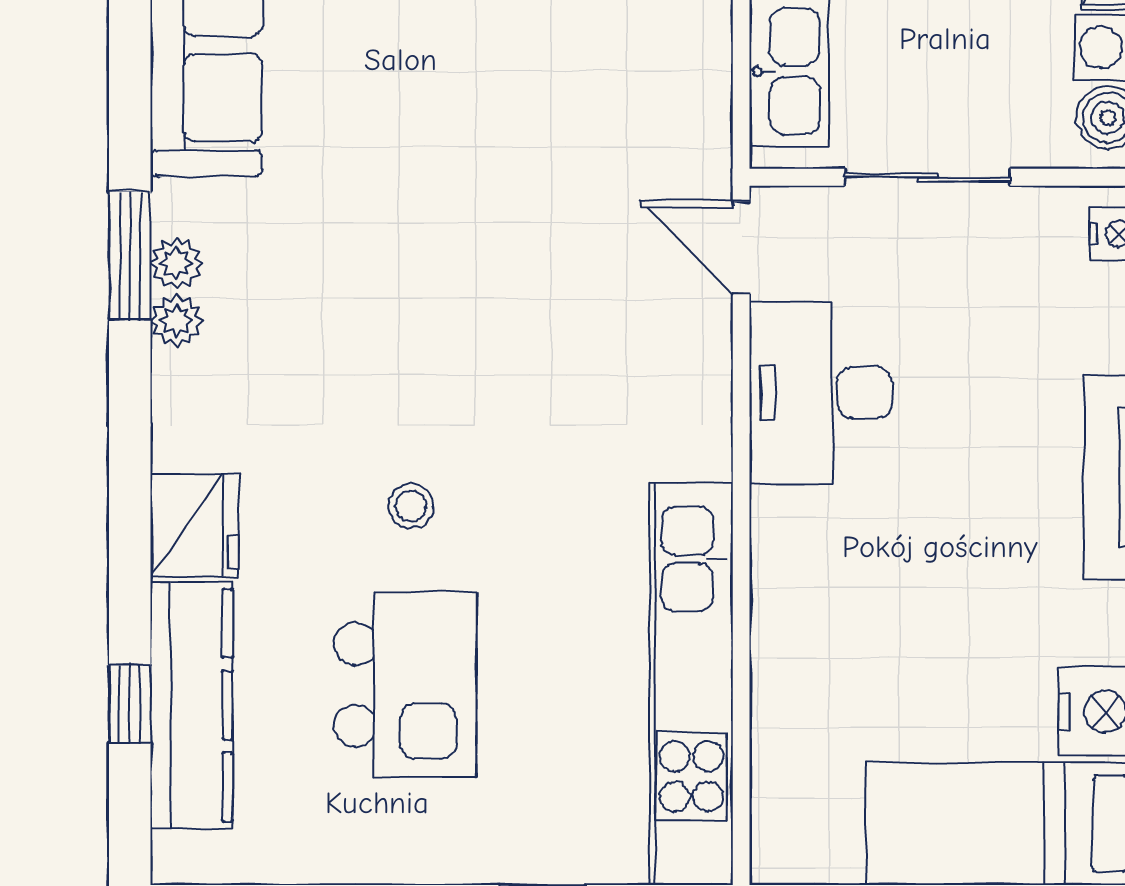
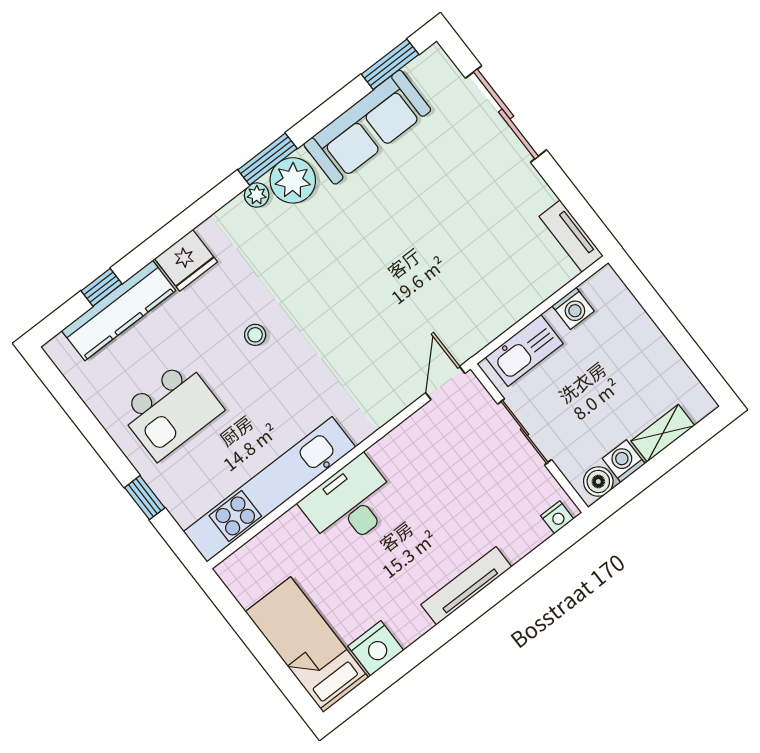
plant: (176, 263) -> (293, 180), width x1.88, depth x1.88
desk: (821, 393) -> (350, 504), moved
kitchen island: (405, 685) -> (171, 410), moved

